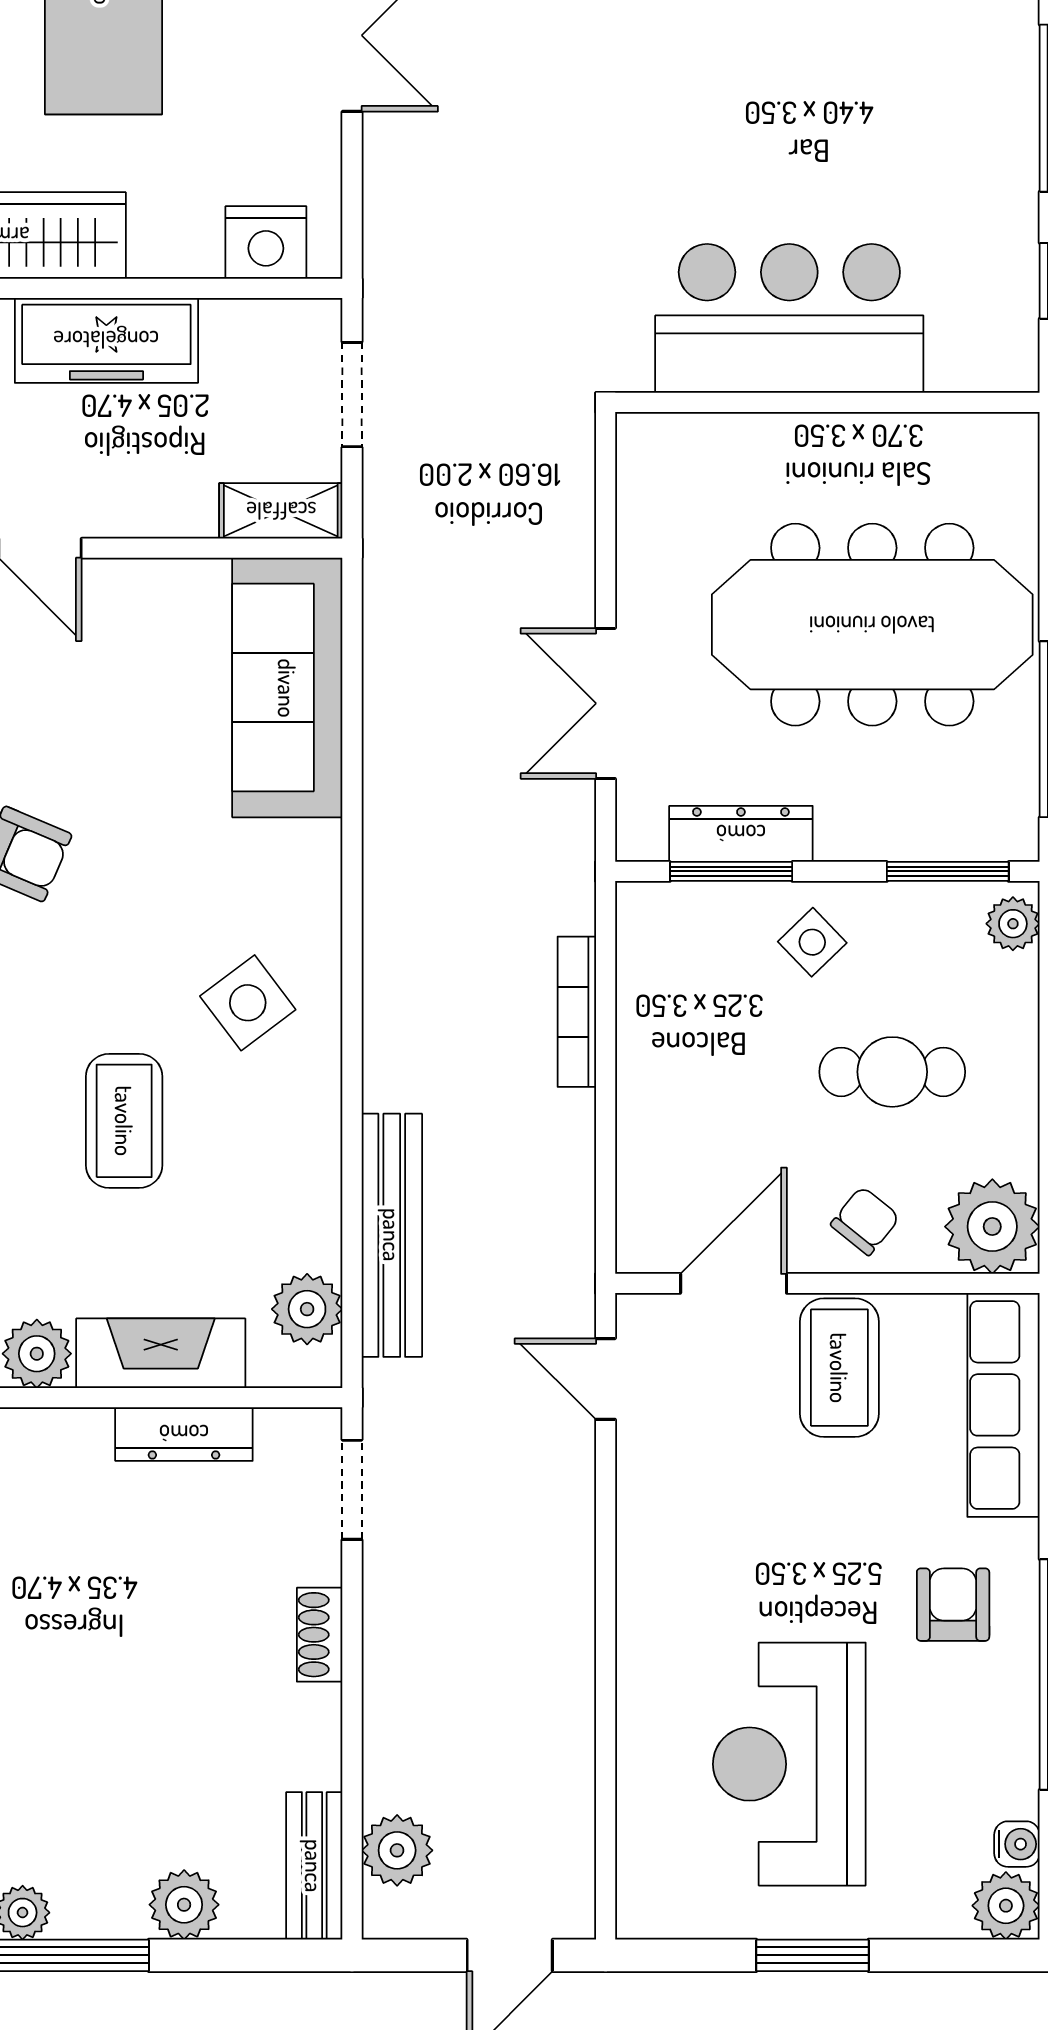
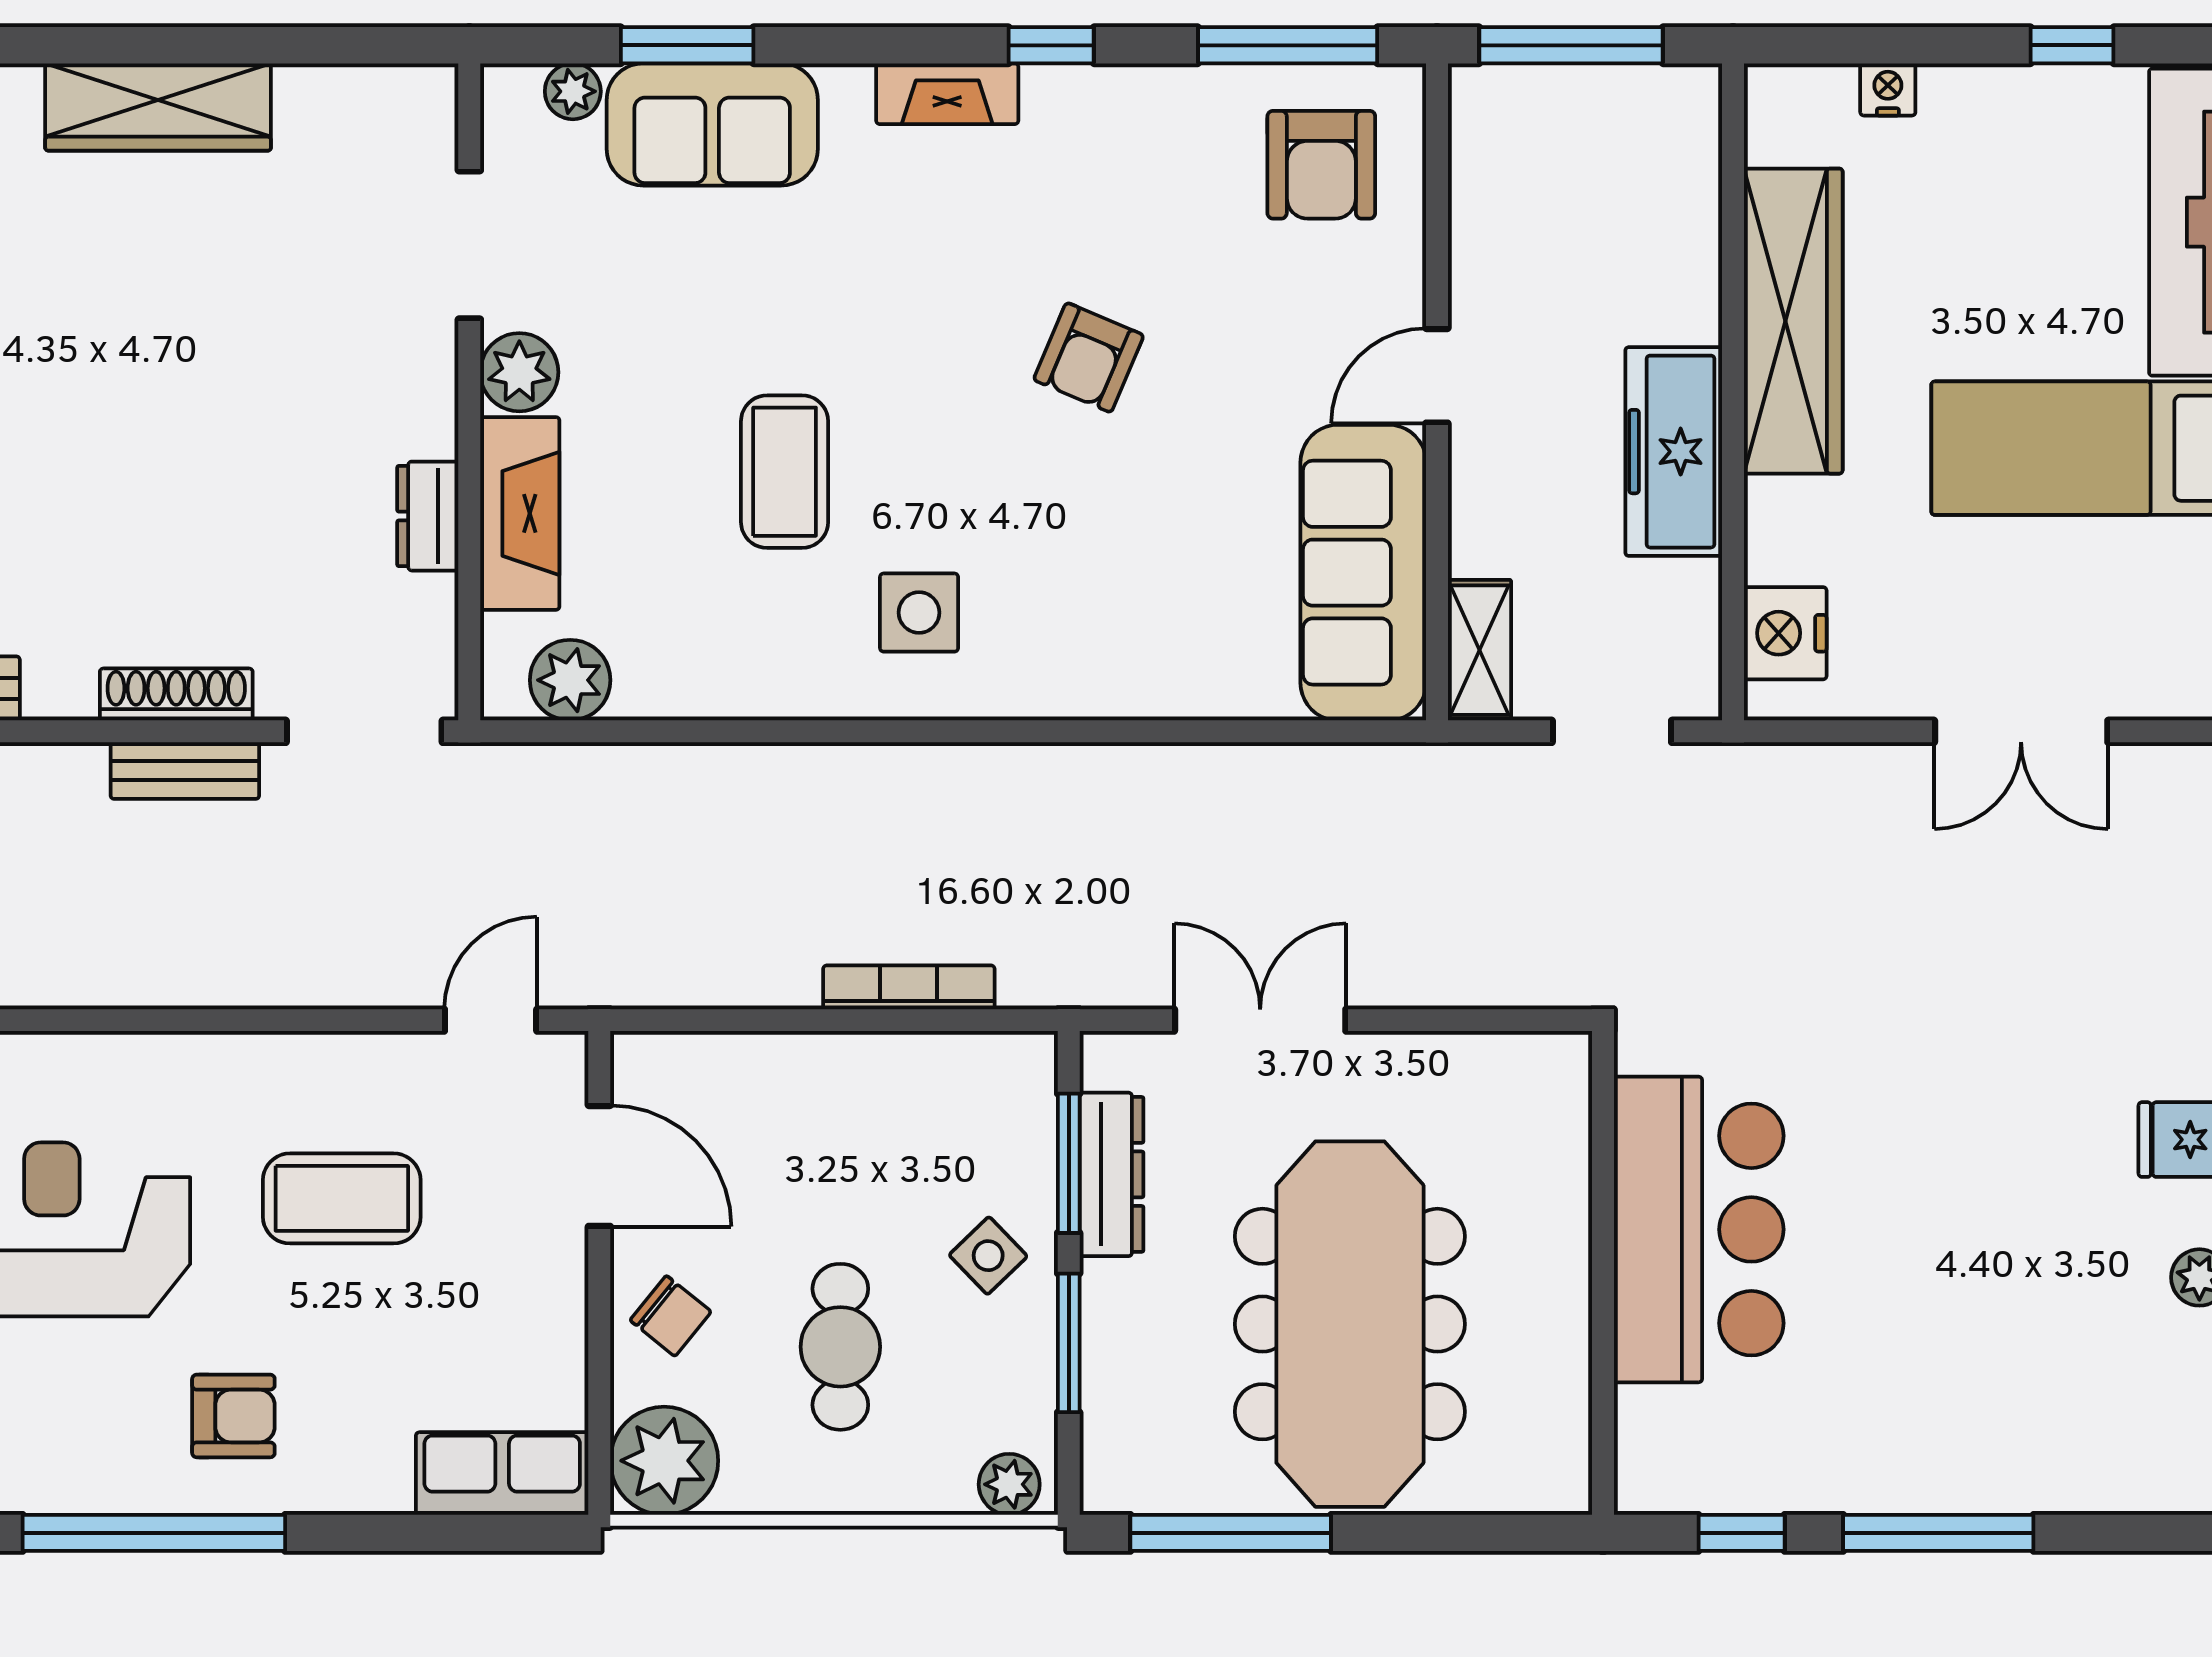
sofa: (287, 688) -> (1363, 573), moved, turned -90
window: (948, 871) -> (1069, 1343), moved
side table: (248, 1003) -> (919, 613), turned 37
coffee table: (124, 1121) -> (785, 472), turned 90
bench: (392, 1235) -> (185, 771), moved, width x0.54, depth x0.82
coffee table: (839, 1368) -> (342, 1198), moved
row of seats: (1003, 1405) -> (502, 1474), width x0.68
dresser: (184, 1434) -> (428, 516), width x0.70
doorway: (352, 1490) -> (364, 731), width x1.38
shoe rack: (320, 1635) -> (176, 694), width x1.43

